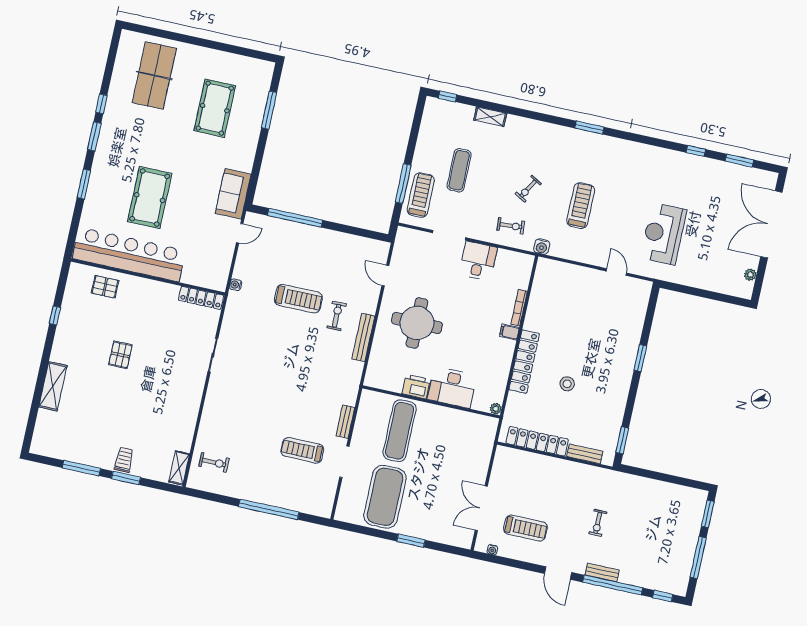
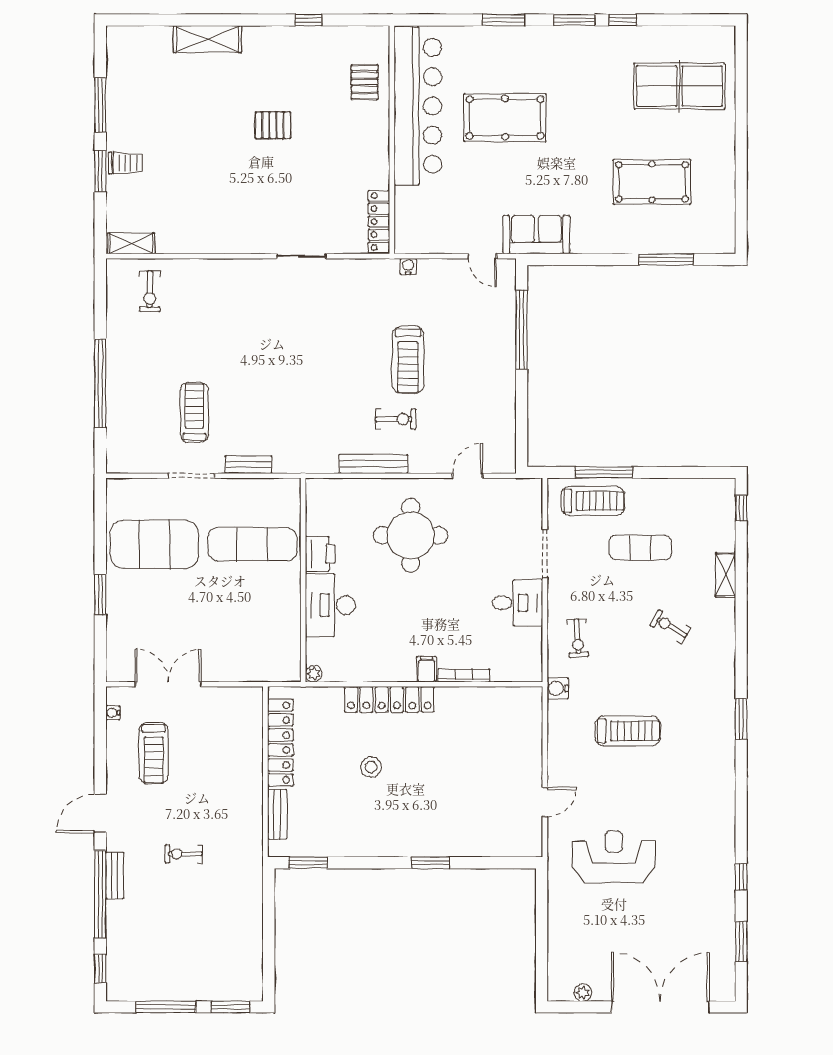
exercise bike: (528, 189) -> (670, 627), moved

